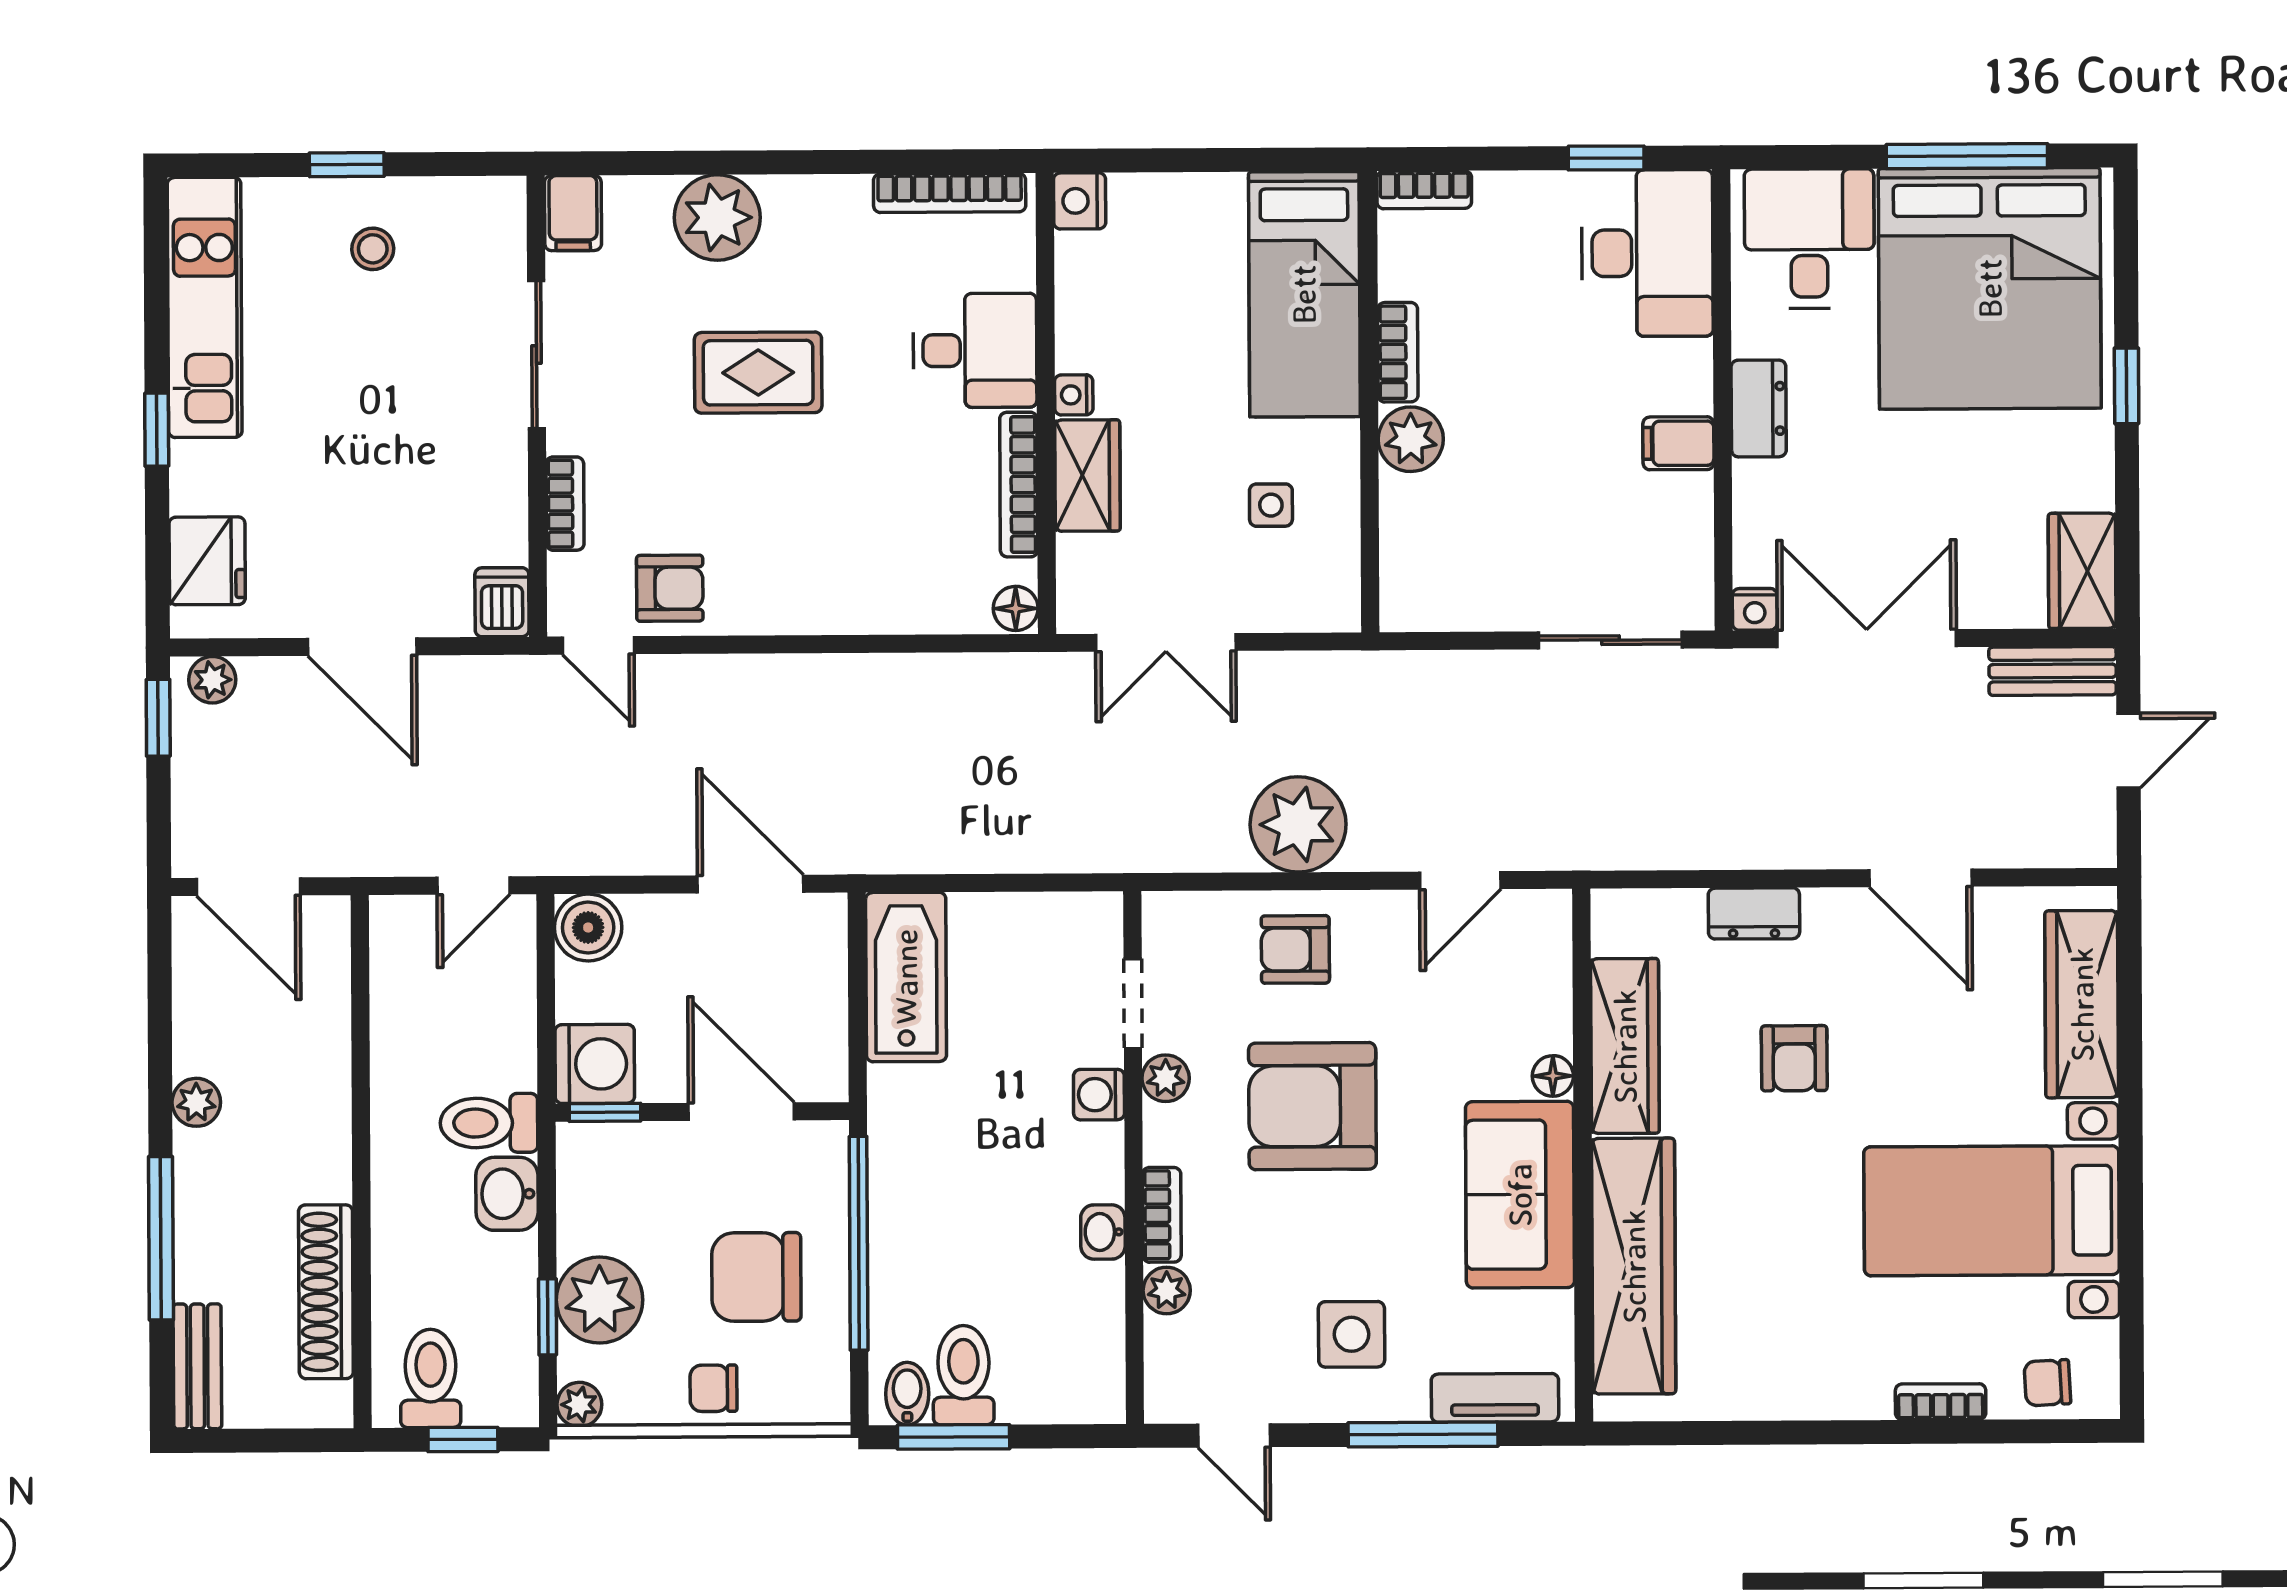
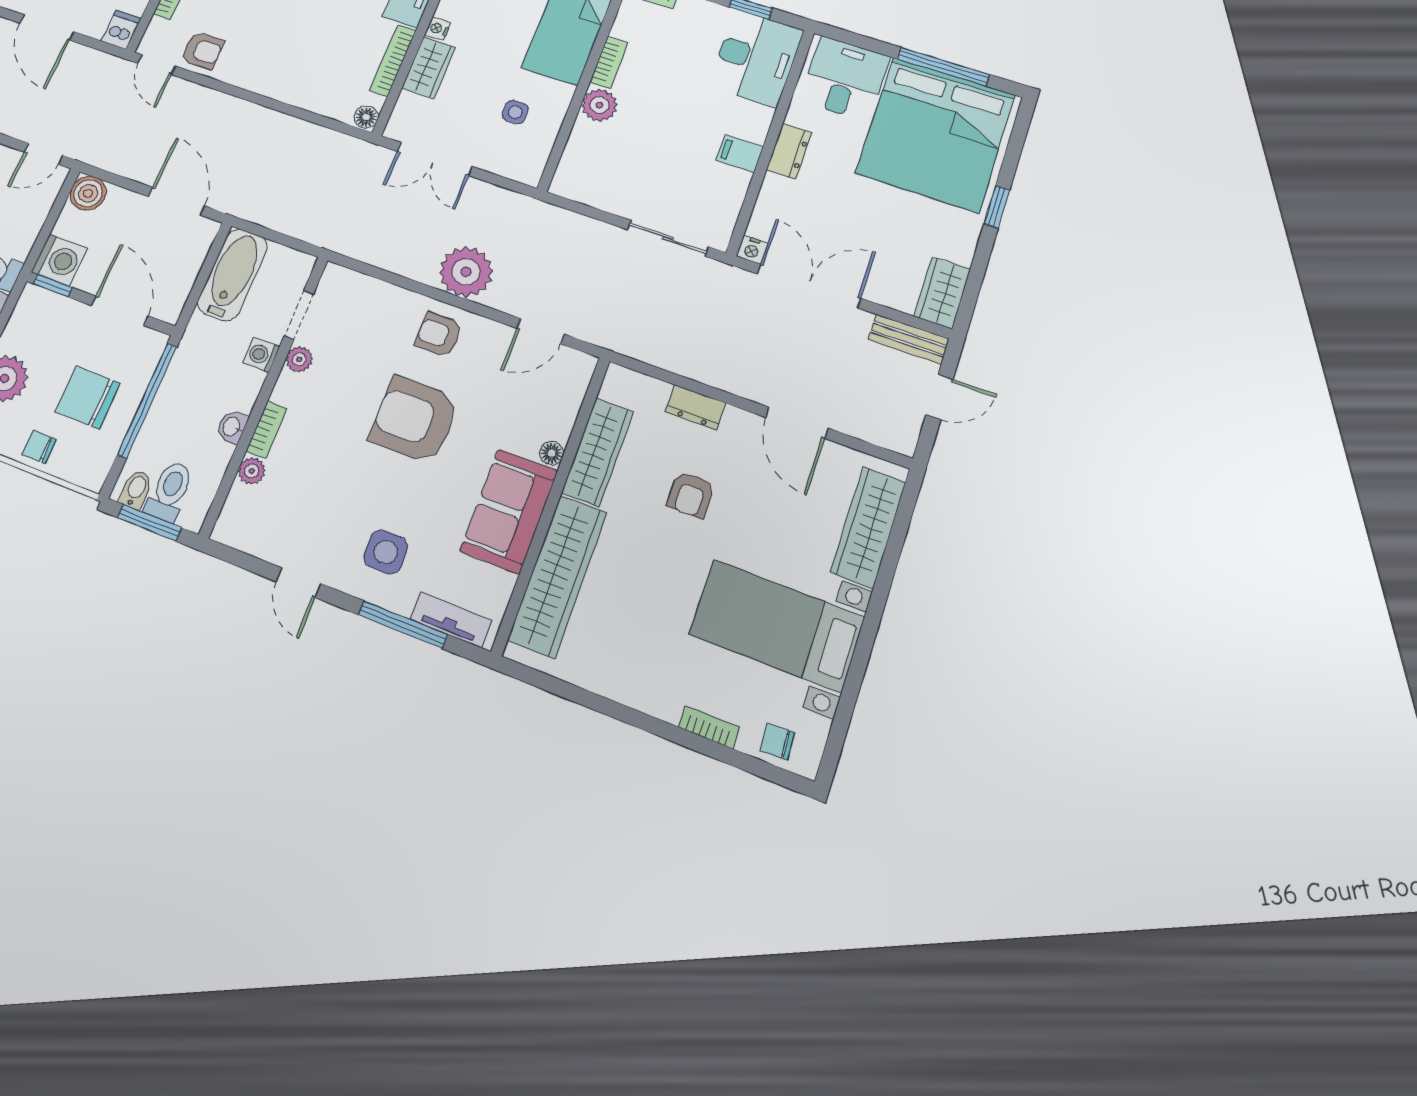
doorway: (1133, 1004) -> (299, 315), moved
plant: (1166, 1078) -> (299, 359), moved
washing machine: (1099, 1095) -> (261, 355), moved
wall: (1134, 1158) -> (265, 394), moved
bookcase: (1162, 1215) -> (267, 430), moved
washbasin: (1103, 1232) -> (232, 427), moved
plant: (1167, 1290) -> (252, 471), moved

